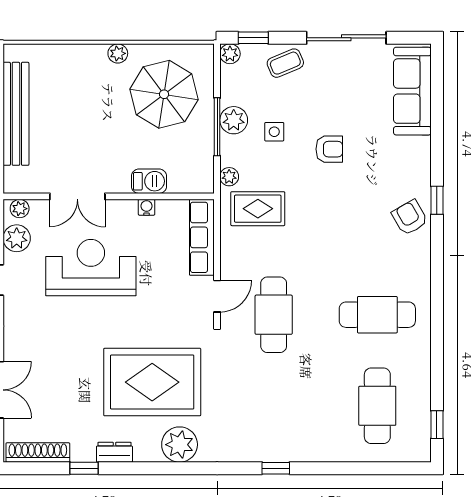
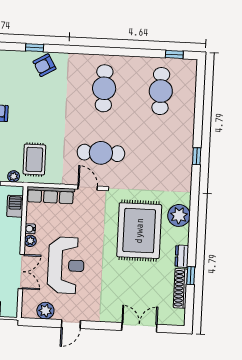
barbecue: (149, 181) -> (15, 206), moved
plant: (20, 209) -> (30, 241), moved
reception desk: (91, 268) -> (66, 265), turned 180
cafe table: (377, 406) -> (161, 91), turned 90
shoe rack: (38, 452) -> (180, 288), moved

